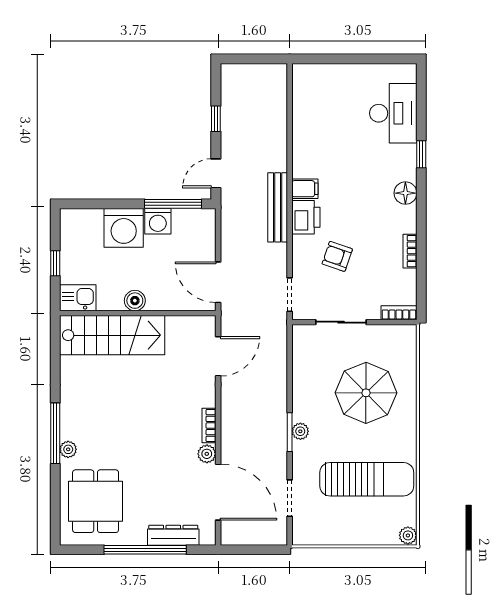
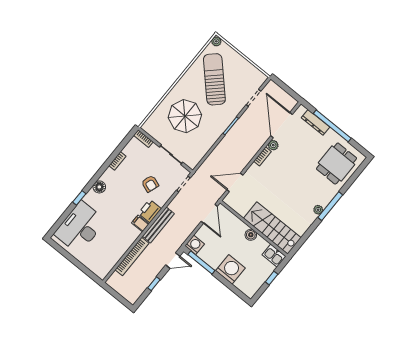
desk: (393, 113) -> (80, 227), width x1.36, depth x1.30
bookcase: (279, 132) -> (132, 256), added
washing machine: (158, 221) -> (195, 245), moved
plant: (300, 431) -> (226, 123), removed
plant: (68, 449) -> (318, 210), moved
sun lounger: (367, 479) -> (214, 79), turned 46

